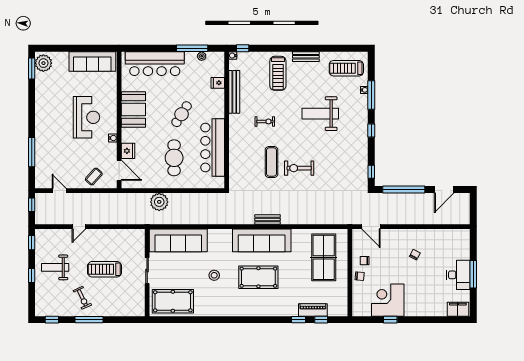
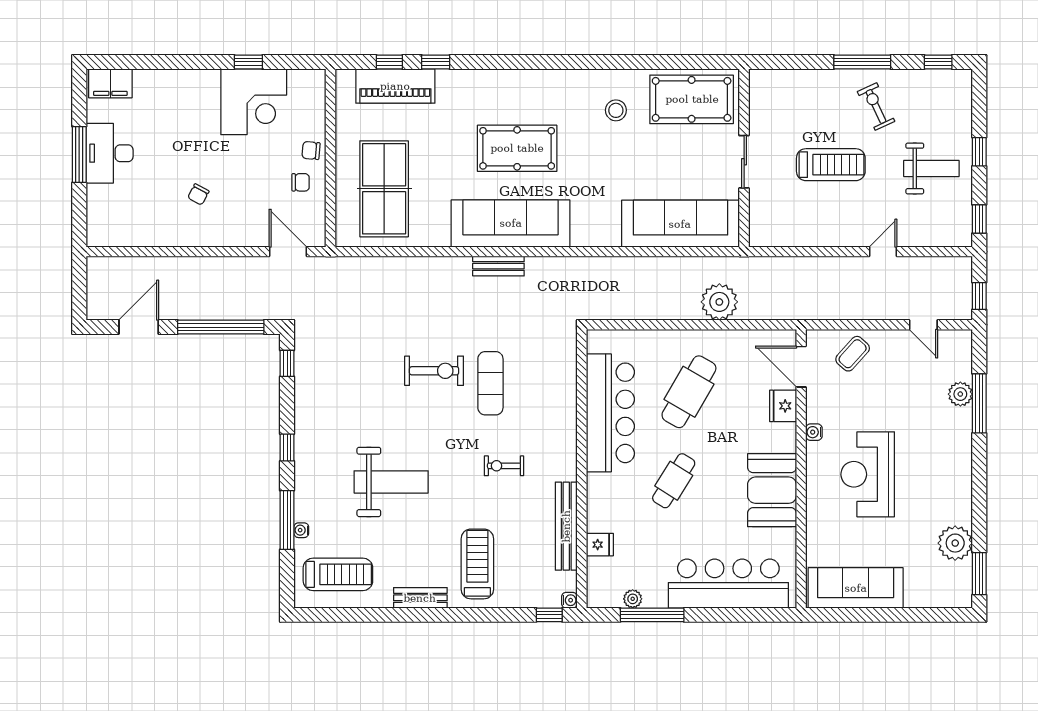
plant: (43, 63) -> (955, 543), moved
plant: (41, 157) -> (960, 394), added
cafe table: (174, 158) -> (689, 392), turned 30
stool: (214, 275) -> (616, 110), moved
piano: (313, 310) -> (395, 86), width x1.37, depth x1.33

